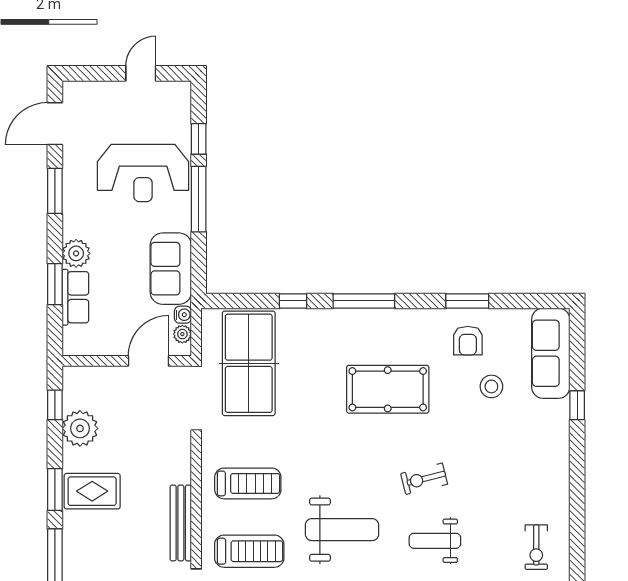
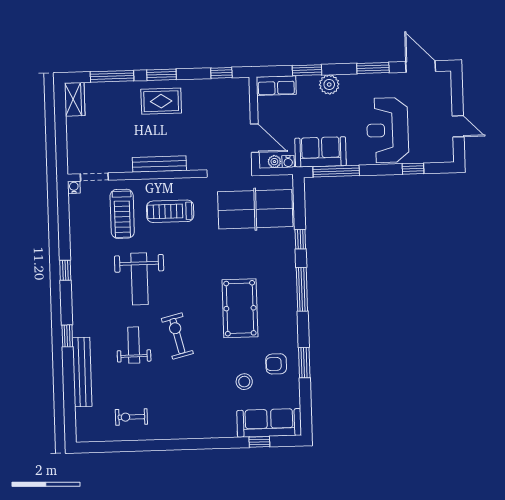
window: (199, 199) -> (336, 171), moved
row of seats: (75, 297) -> (276, 86), moved
window: (577, 405) -> (259, 442), moved
plant: (80, 428) -> (205, 91), removed
exercise bike: (424, 479) -> (177, 336), width x1.38, depth x1.39
treadmill: (248, 483) -> (170, 211), turned 90
rug: (92, 491) -> (161, 101), turned 90
bench: (181, 523) -> (159, 164), moved

